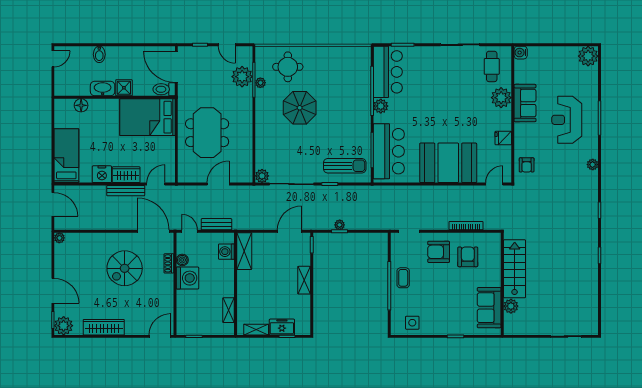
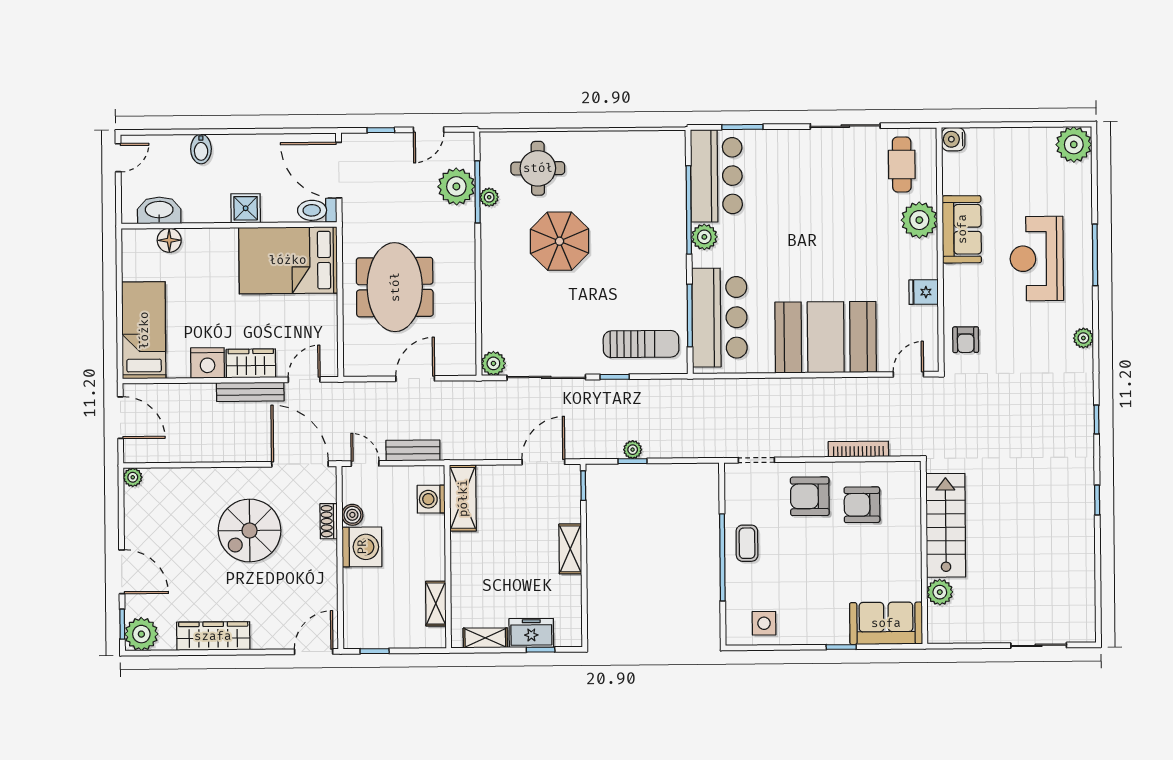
door: (227, 45) -> (429, 130), hinge flipped
washbasin: (103, 89) -> (159, 210), moved
armchair: (468, 257) -> (862, 505), turned -90
sofa: (489, 308) -> (886, 623), moved, turned 90

